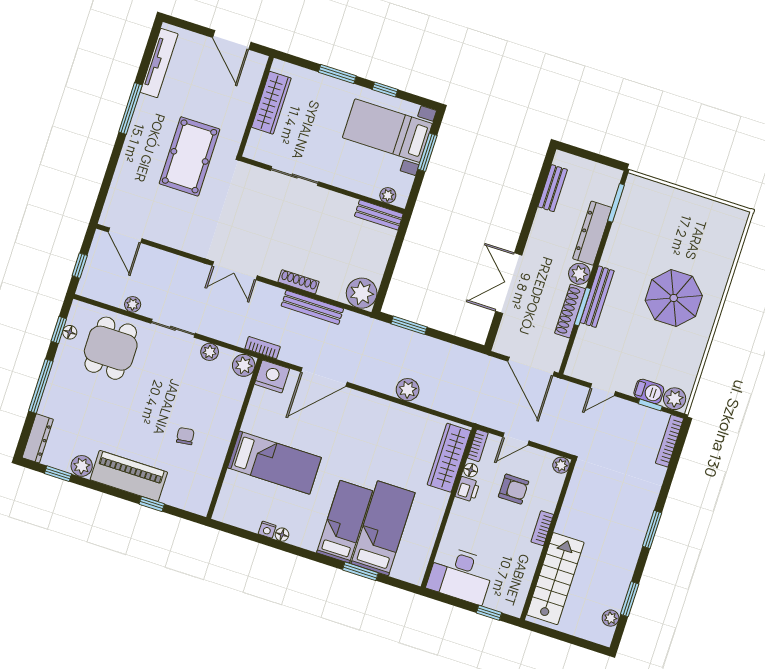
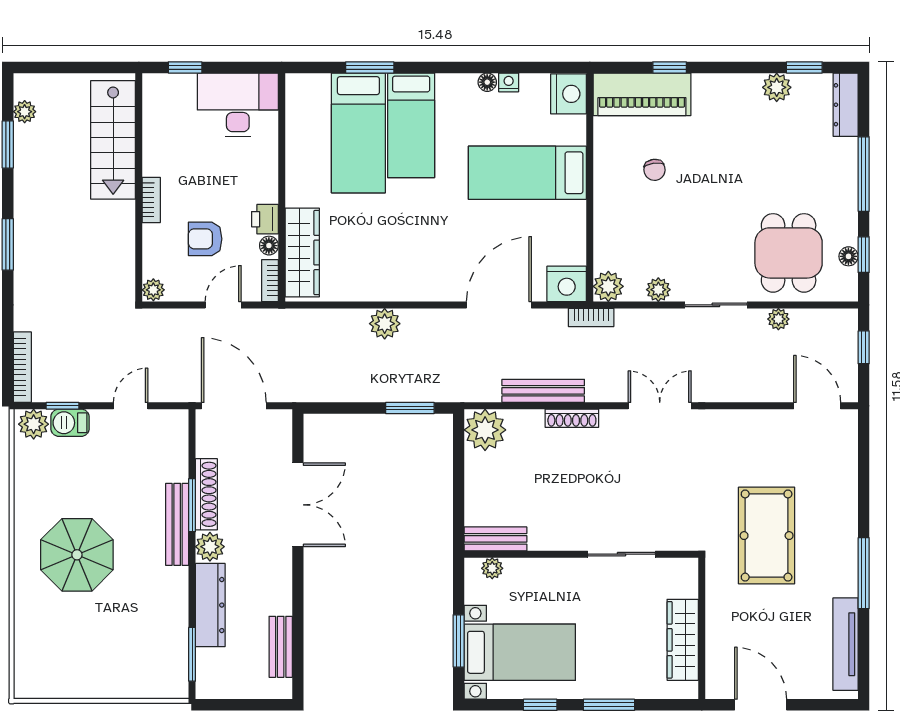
piano: (129, 476) -> (642, 94), moved
nightstand: (228, 508) -> (568, 94), added

